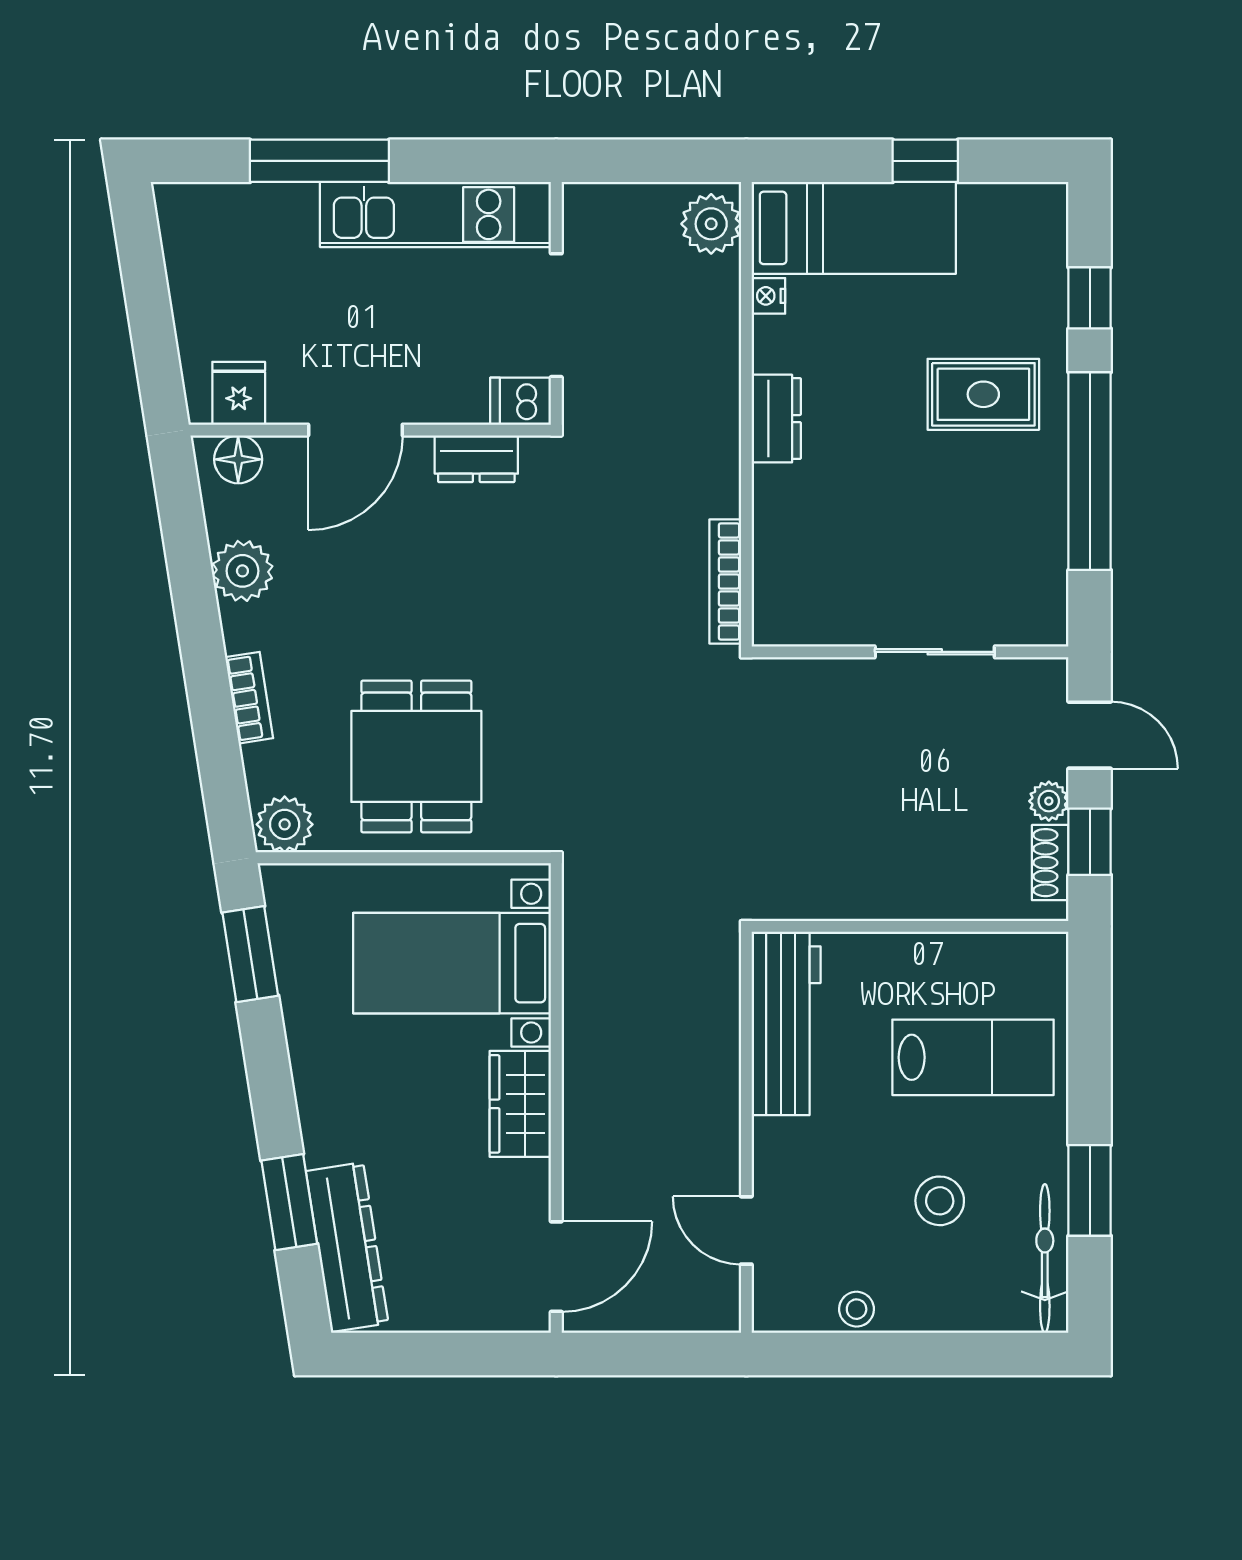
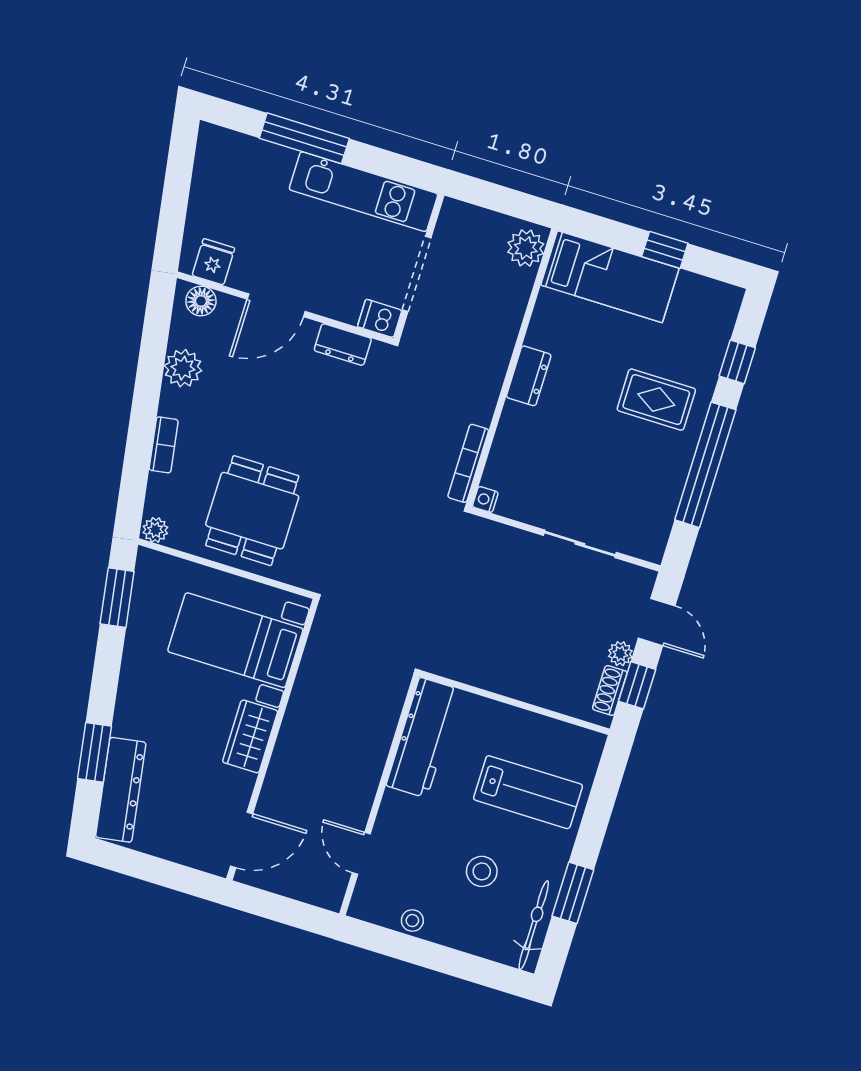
nightstand: (768, 296) -> (485, 499), moved
plant: (285, 824) -> (155, 530), width x0.73, depth x0.73

